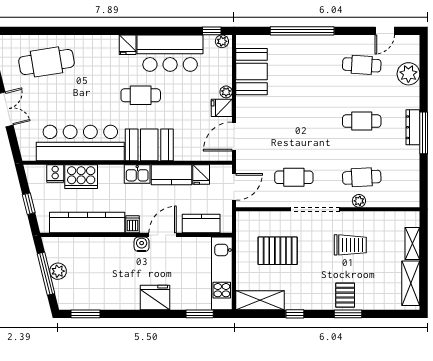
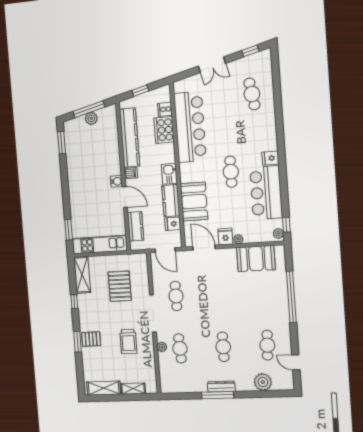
cafe table: (46, 62) -> (252, 94), width x0.73, depth x0.74
booth: (149, 145) -> (194, 202), moved
fridge: (155, 298) -> (78, 195), removed

